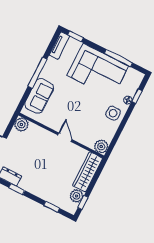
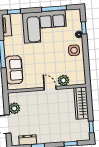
plant: (21, 124) -> (14, 108), moved
plant: (101, 146) -> (63, 80), moved
plant: (76, 196) -> (84, 125), removed

